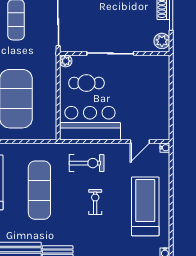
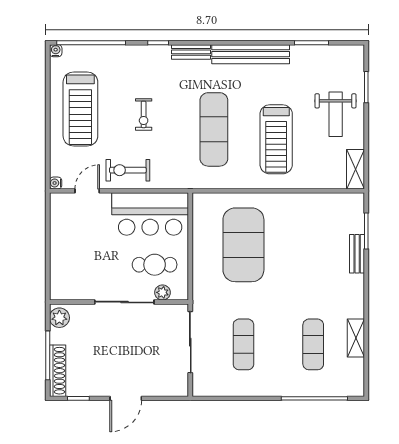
plant: (66, 61) -> (163, 292), moved
exercise bike: (87, 163) -> (128, 170), moved

